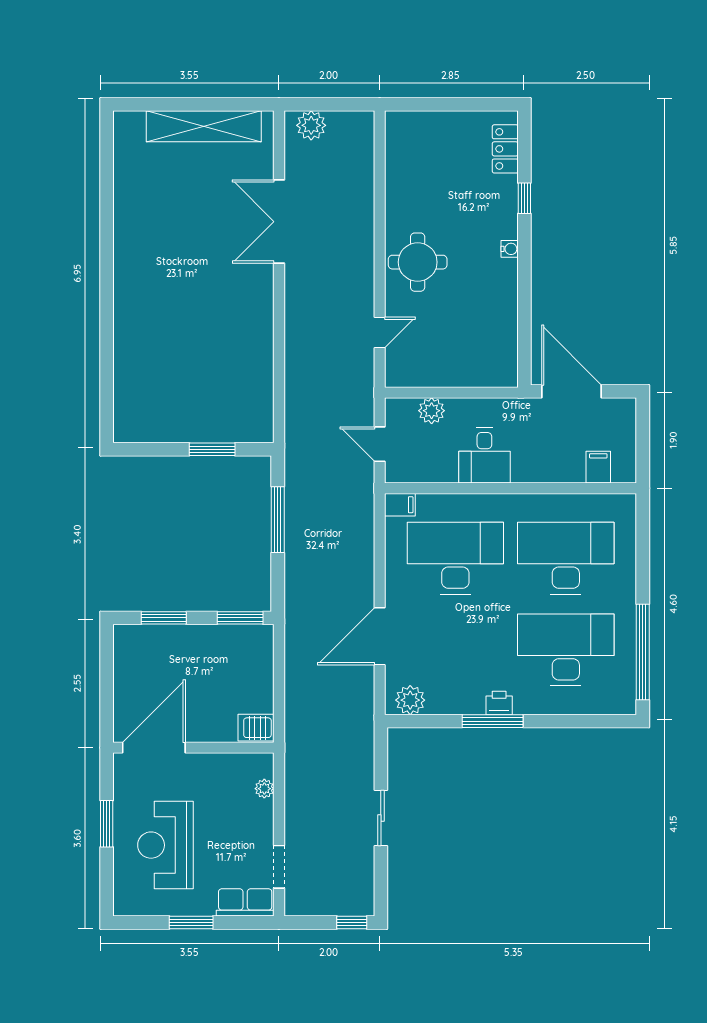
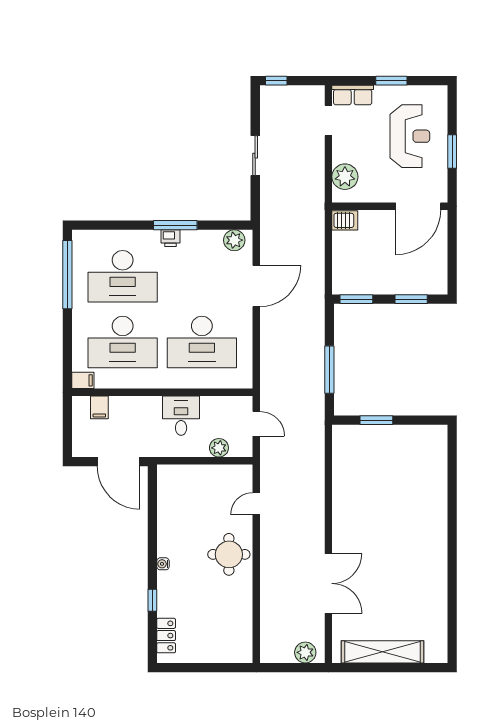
filing cabinet: (400, 505) -> (83, 380), moved, turned 180
plant: (264, 789) -> (345, 177), width x1.88, depth x1.88

